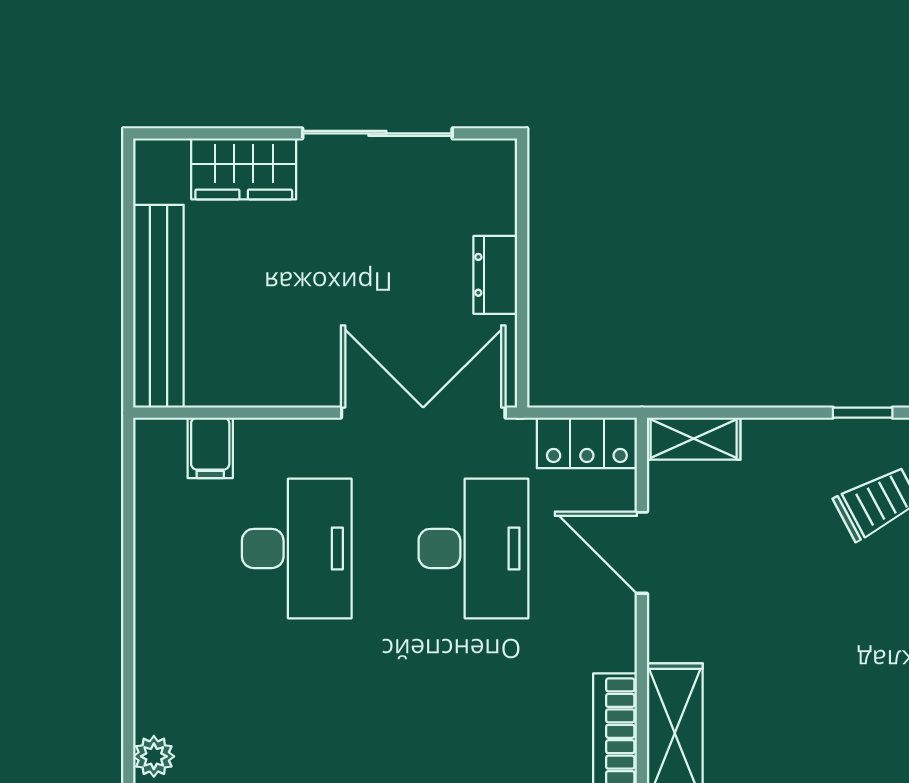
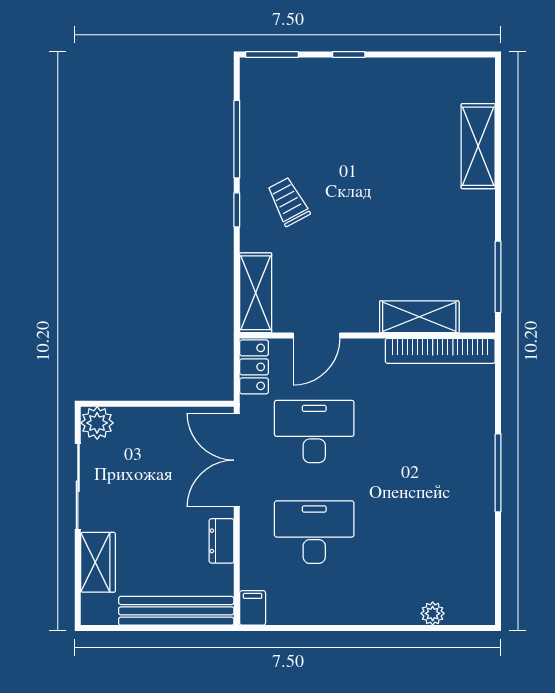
plant: (488, 167) -> (97, 423), added
dresser: (495, 275) -> (222, 541), moved, turned 90
shelving: (694, 439) -> (256, 293), width x1.50, depth x1.33
filing cabinet: (210, 448) -> (253, 608), moved, turned -90

